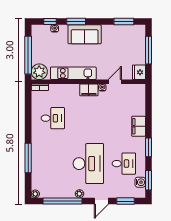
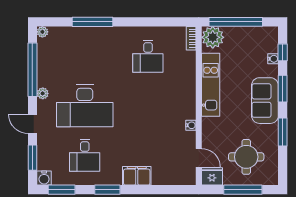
window: (124, 22) -> (283, 132), moved
round table: (125, 48) -> (246, 157), added
door: (115, 82) -> (199, 158), moved
filing cabinet: (89, 90) -> (187, 106), removed
water cooler: (140, 182) -> (44, 178), moved

